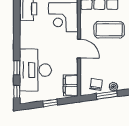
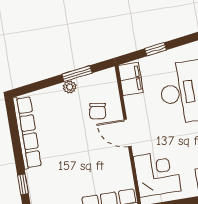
coffee table: (109, 30) -> (89, 166), removed
chair: (96, 84) -> (98, 111), moved

